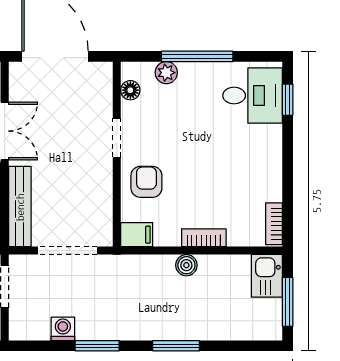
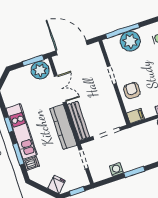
window: (197, 56) -> (122, 31), moved
plant: (166, 73) -> (130, 41), width x1.88, depth x1.88
floor lamp: (130, 90) -> (111, 52), removed

